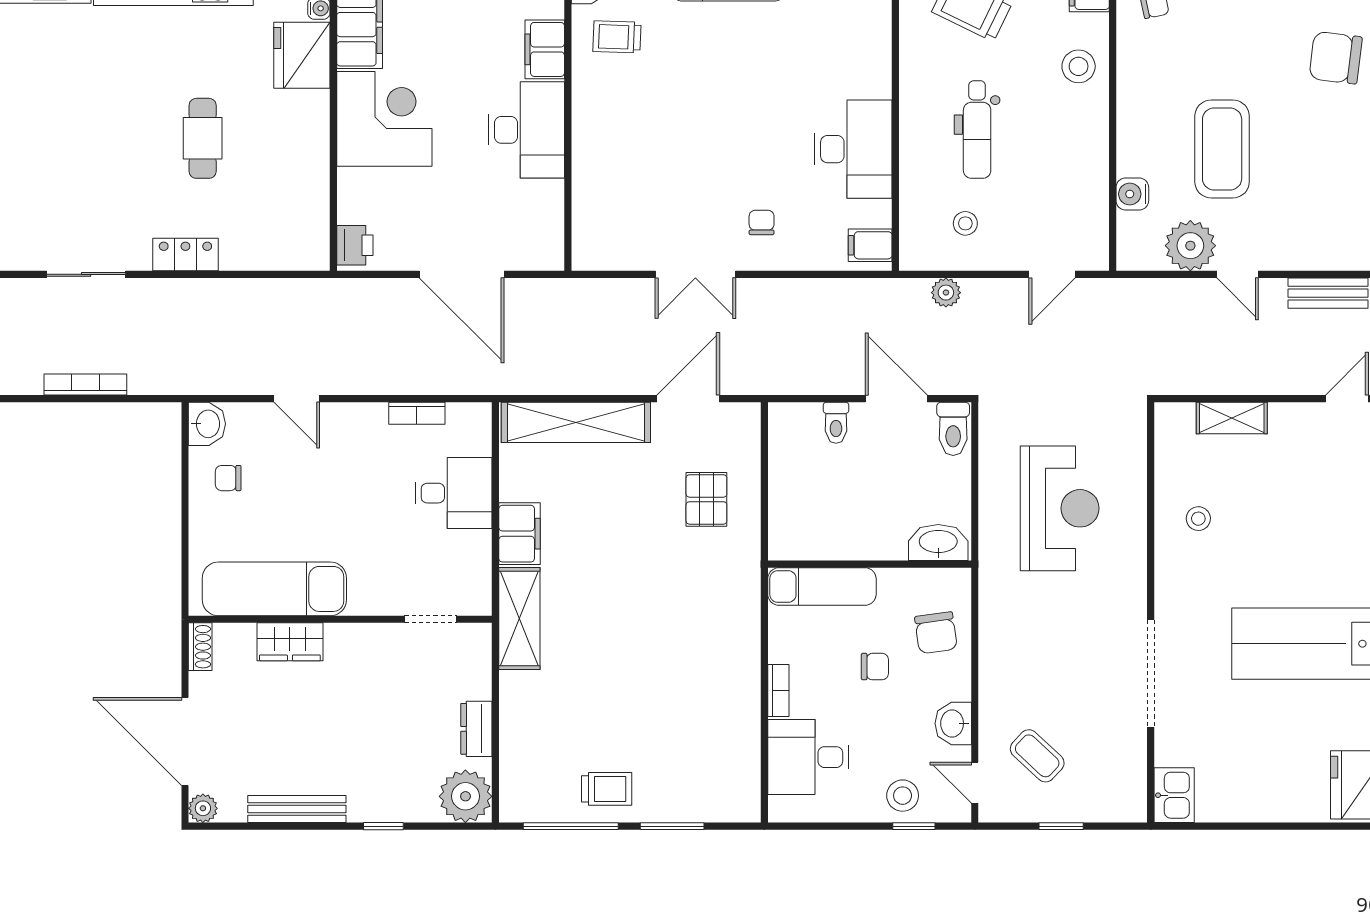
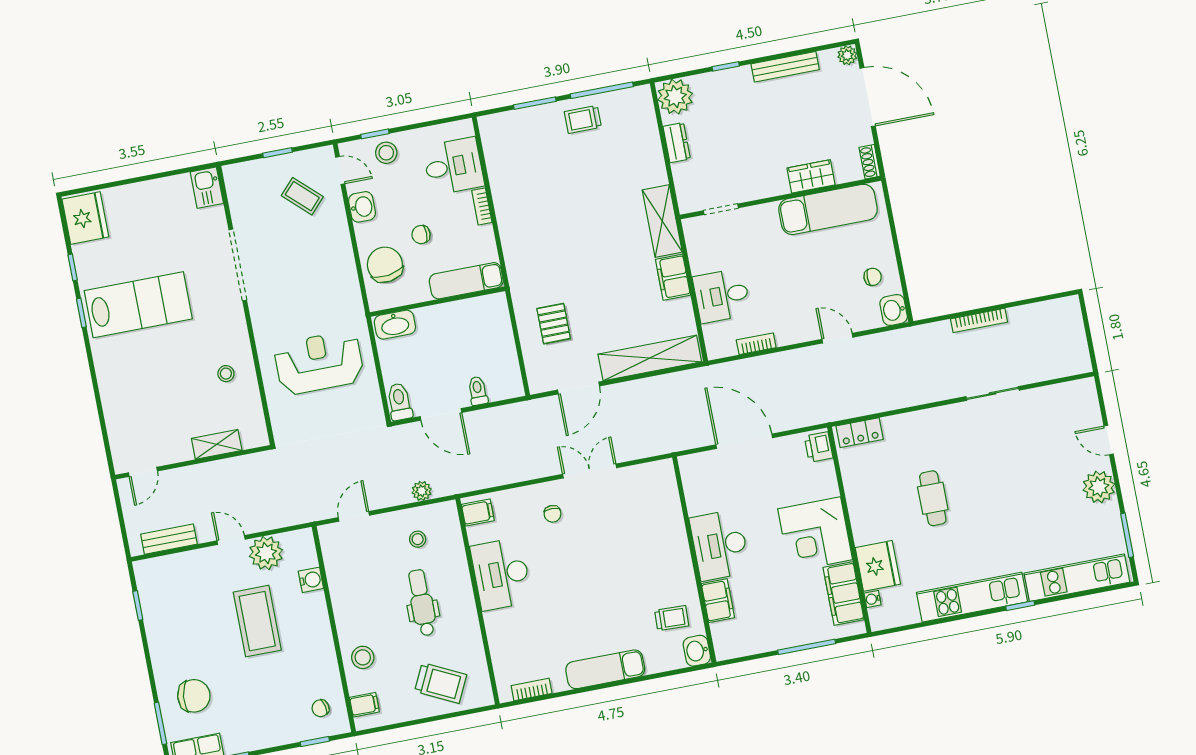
locker: (185, 254) -> (860, 433), moved
reception desk: (1060, 508) -> (319, 363), turned 90
chair: (936, 633) -> (385, 265), width x1.37, depth x1.37

